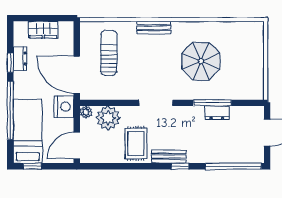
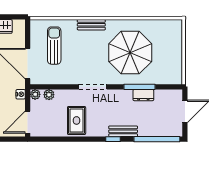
parasol: (201, 61) -> (130, 53), width x1.36, depth x1.36
nightstand: (64, 107) -> (21, 94), width x0.53, depth x0.56
plant: (108, 118) -> (49, 95), width x0.53, depth x0.53
bench: (169, 157) -> (123, 131), moved

